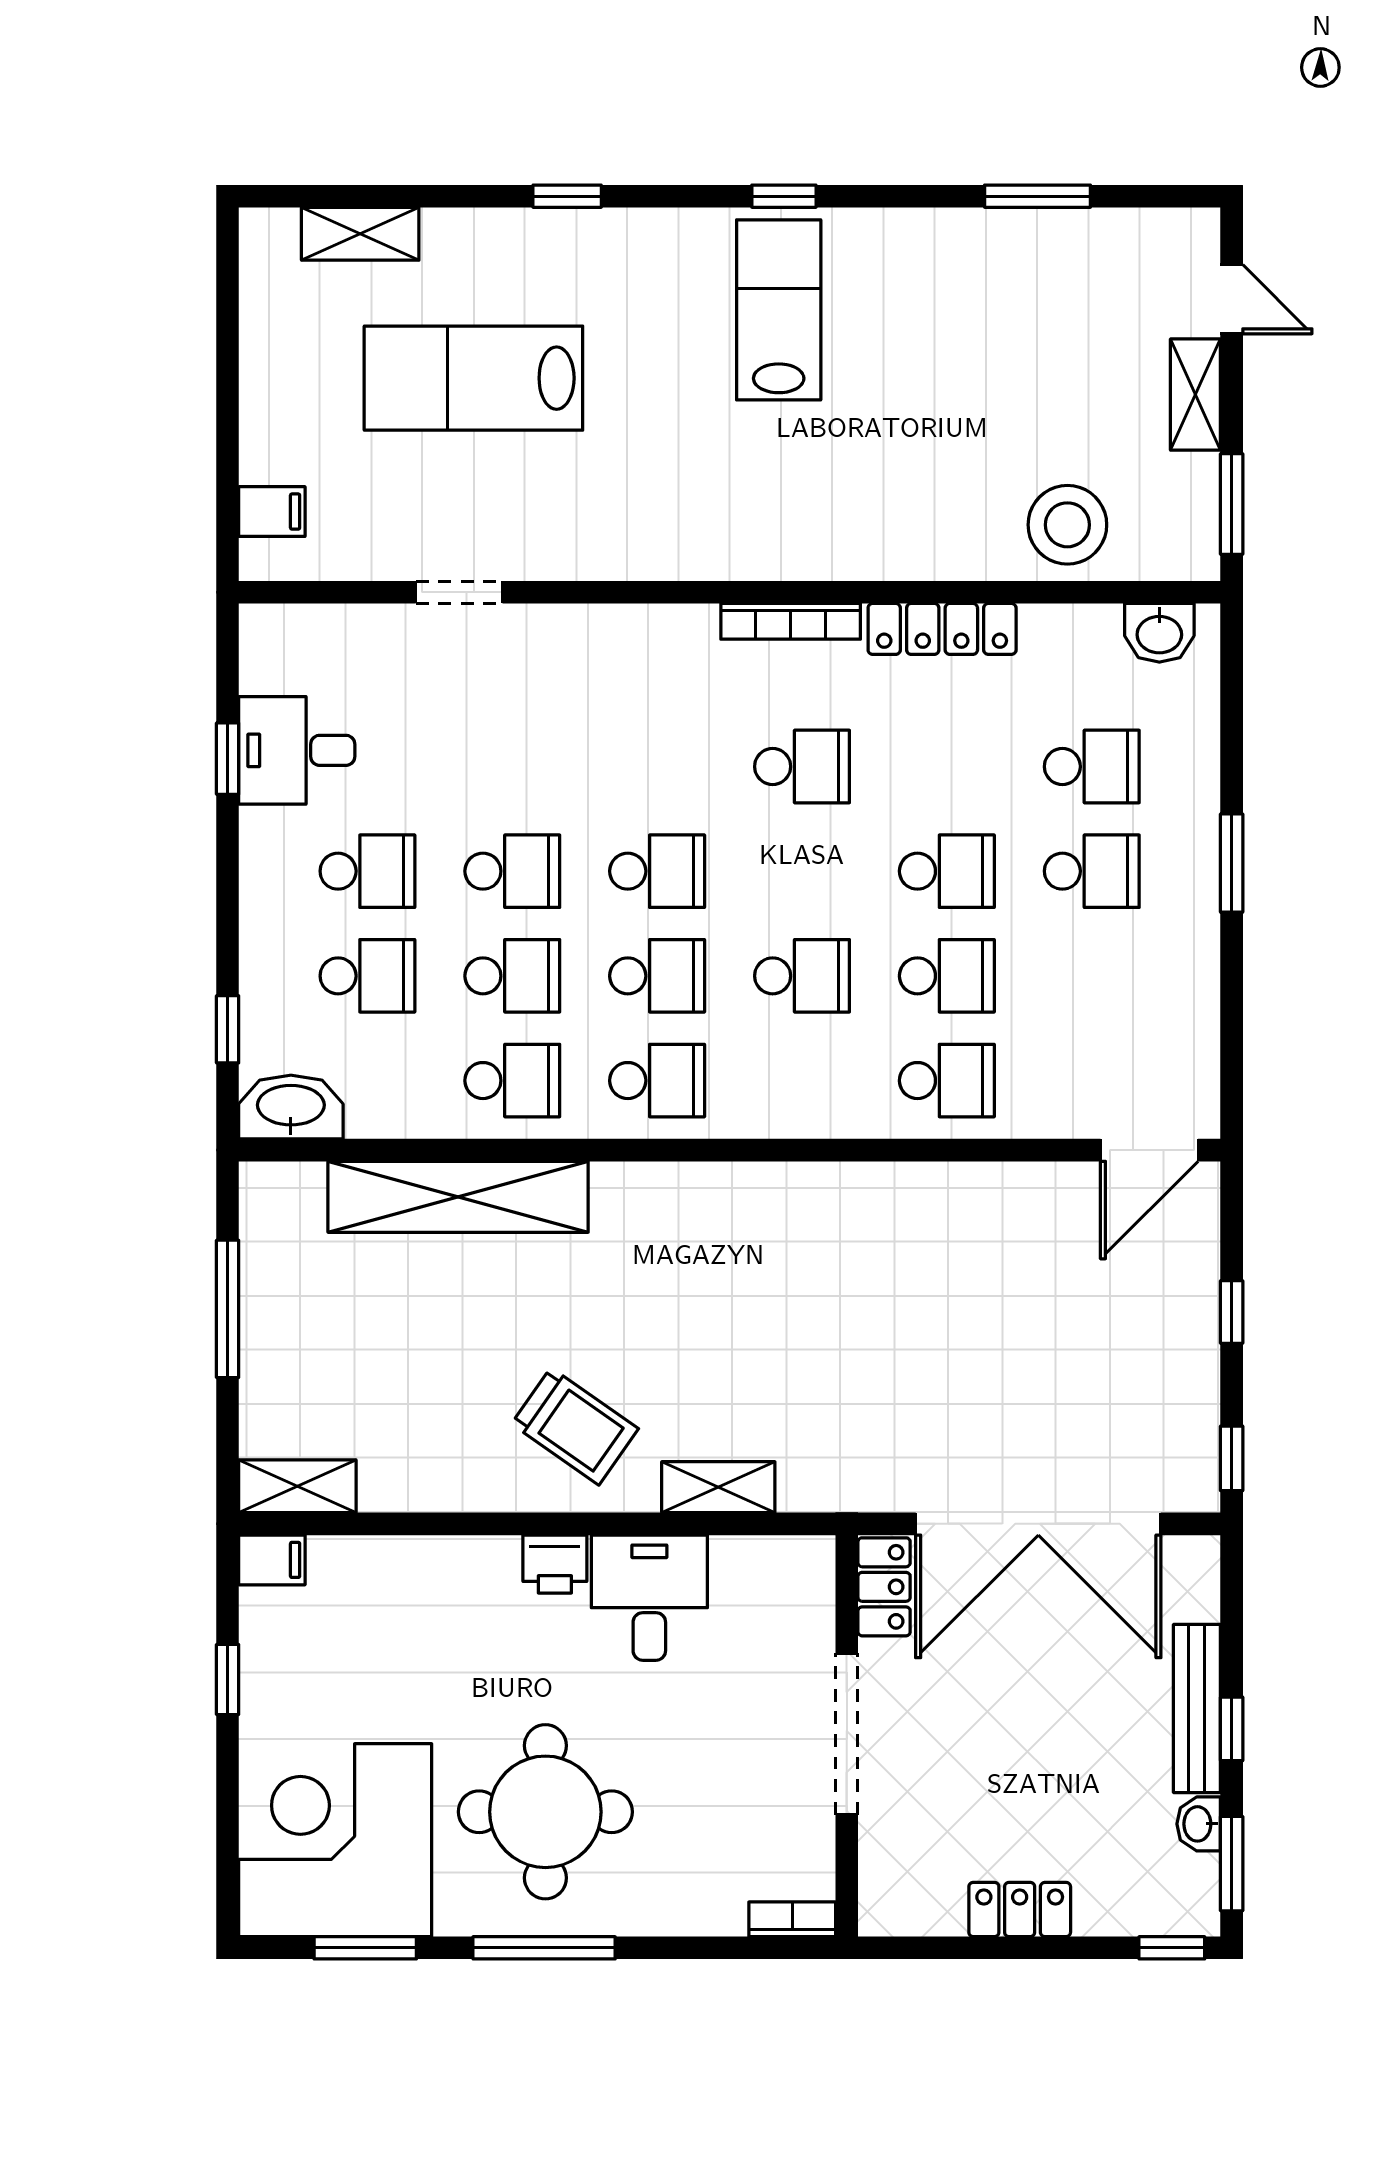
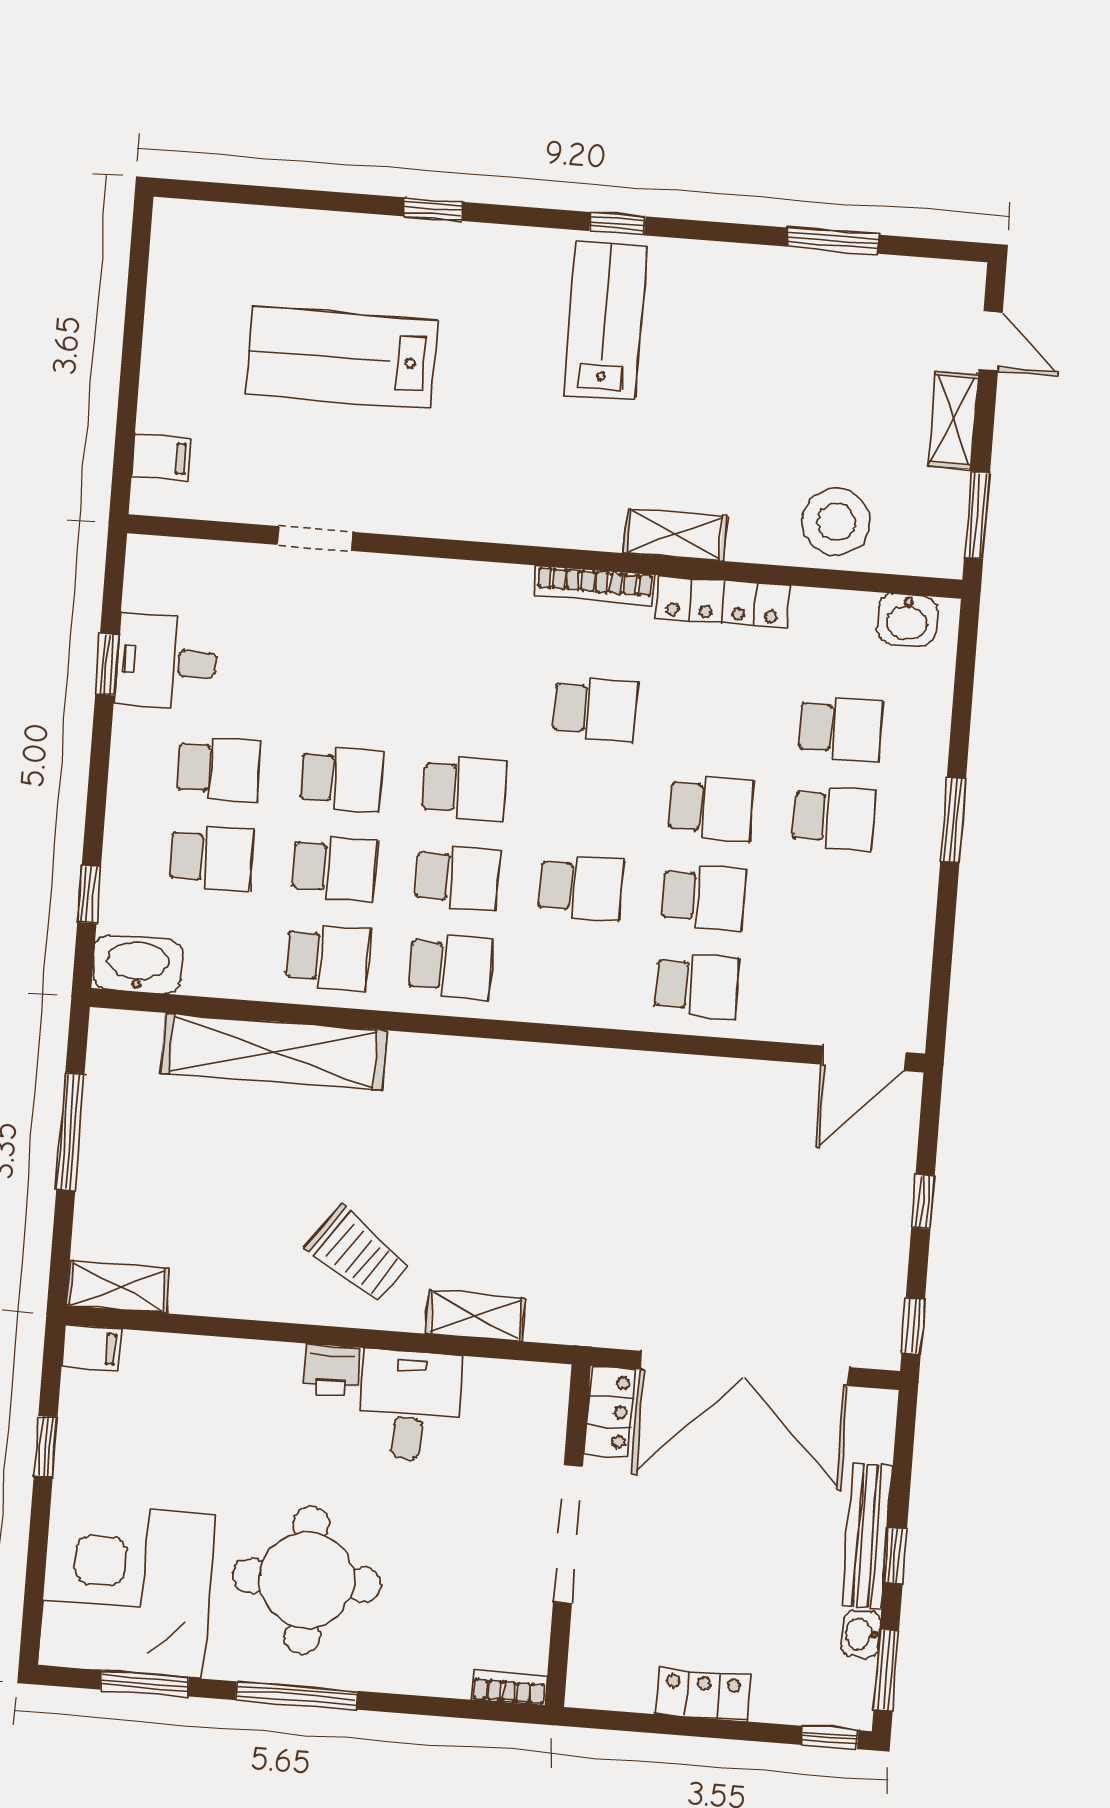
shelving: (360, 234) -> (676, 535), moved

